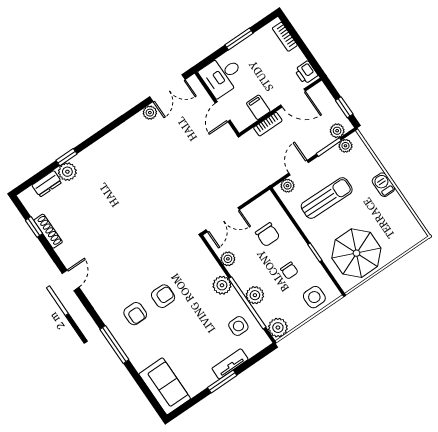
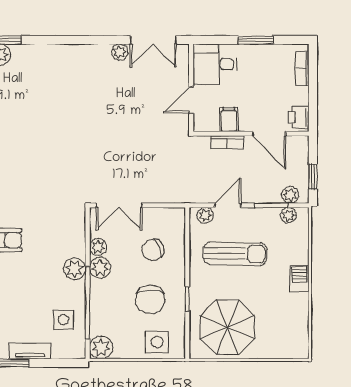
chair: (268, 235) -> (153, 250), turned 69
chair: (289, 271) -> (150, 299), width x1.87, depth x1.87
plant: (255, 295) -> (100, 268), moved

